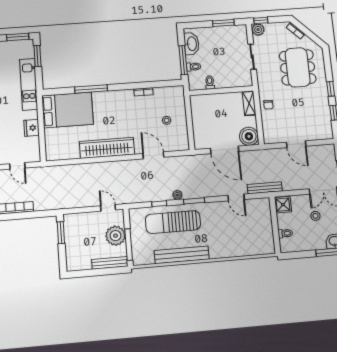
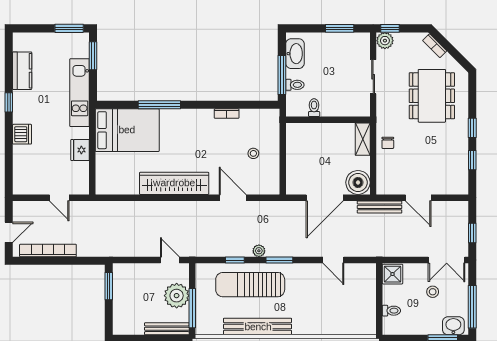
door: (225, 150) -> (325, 198), hinge flipped
bench: (265, 188) -> (380, 207), moved

